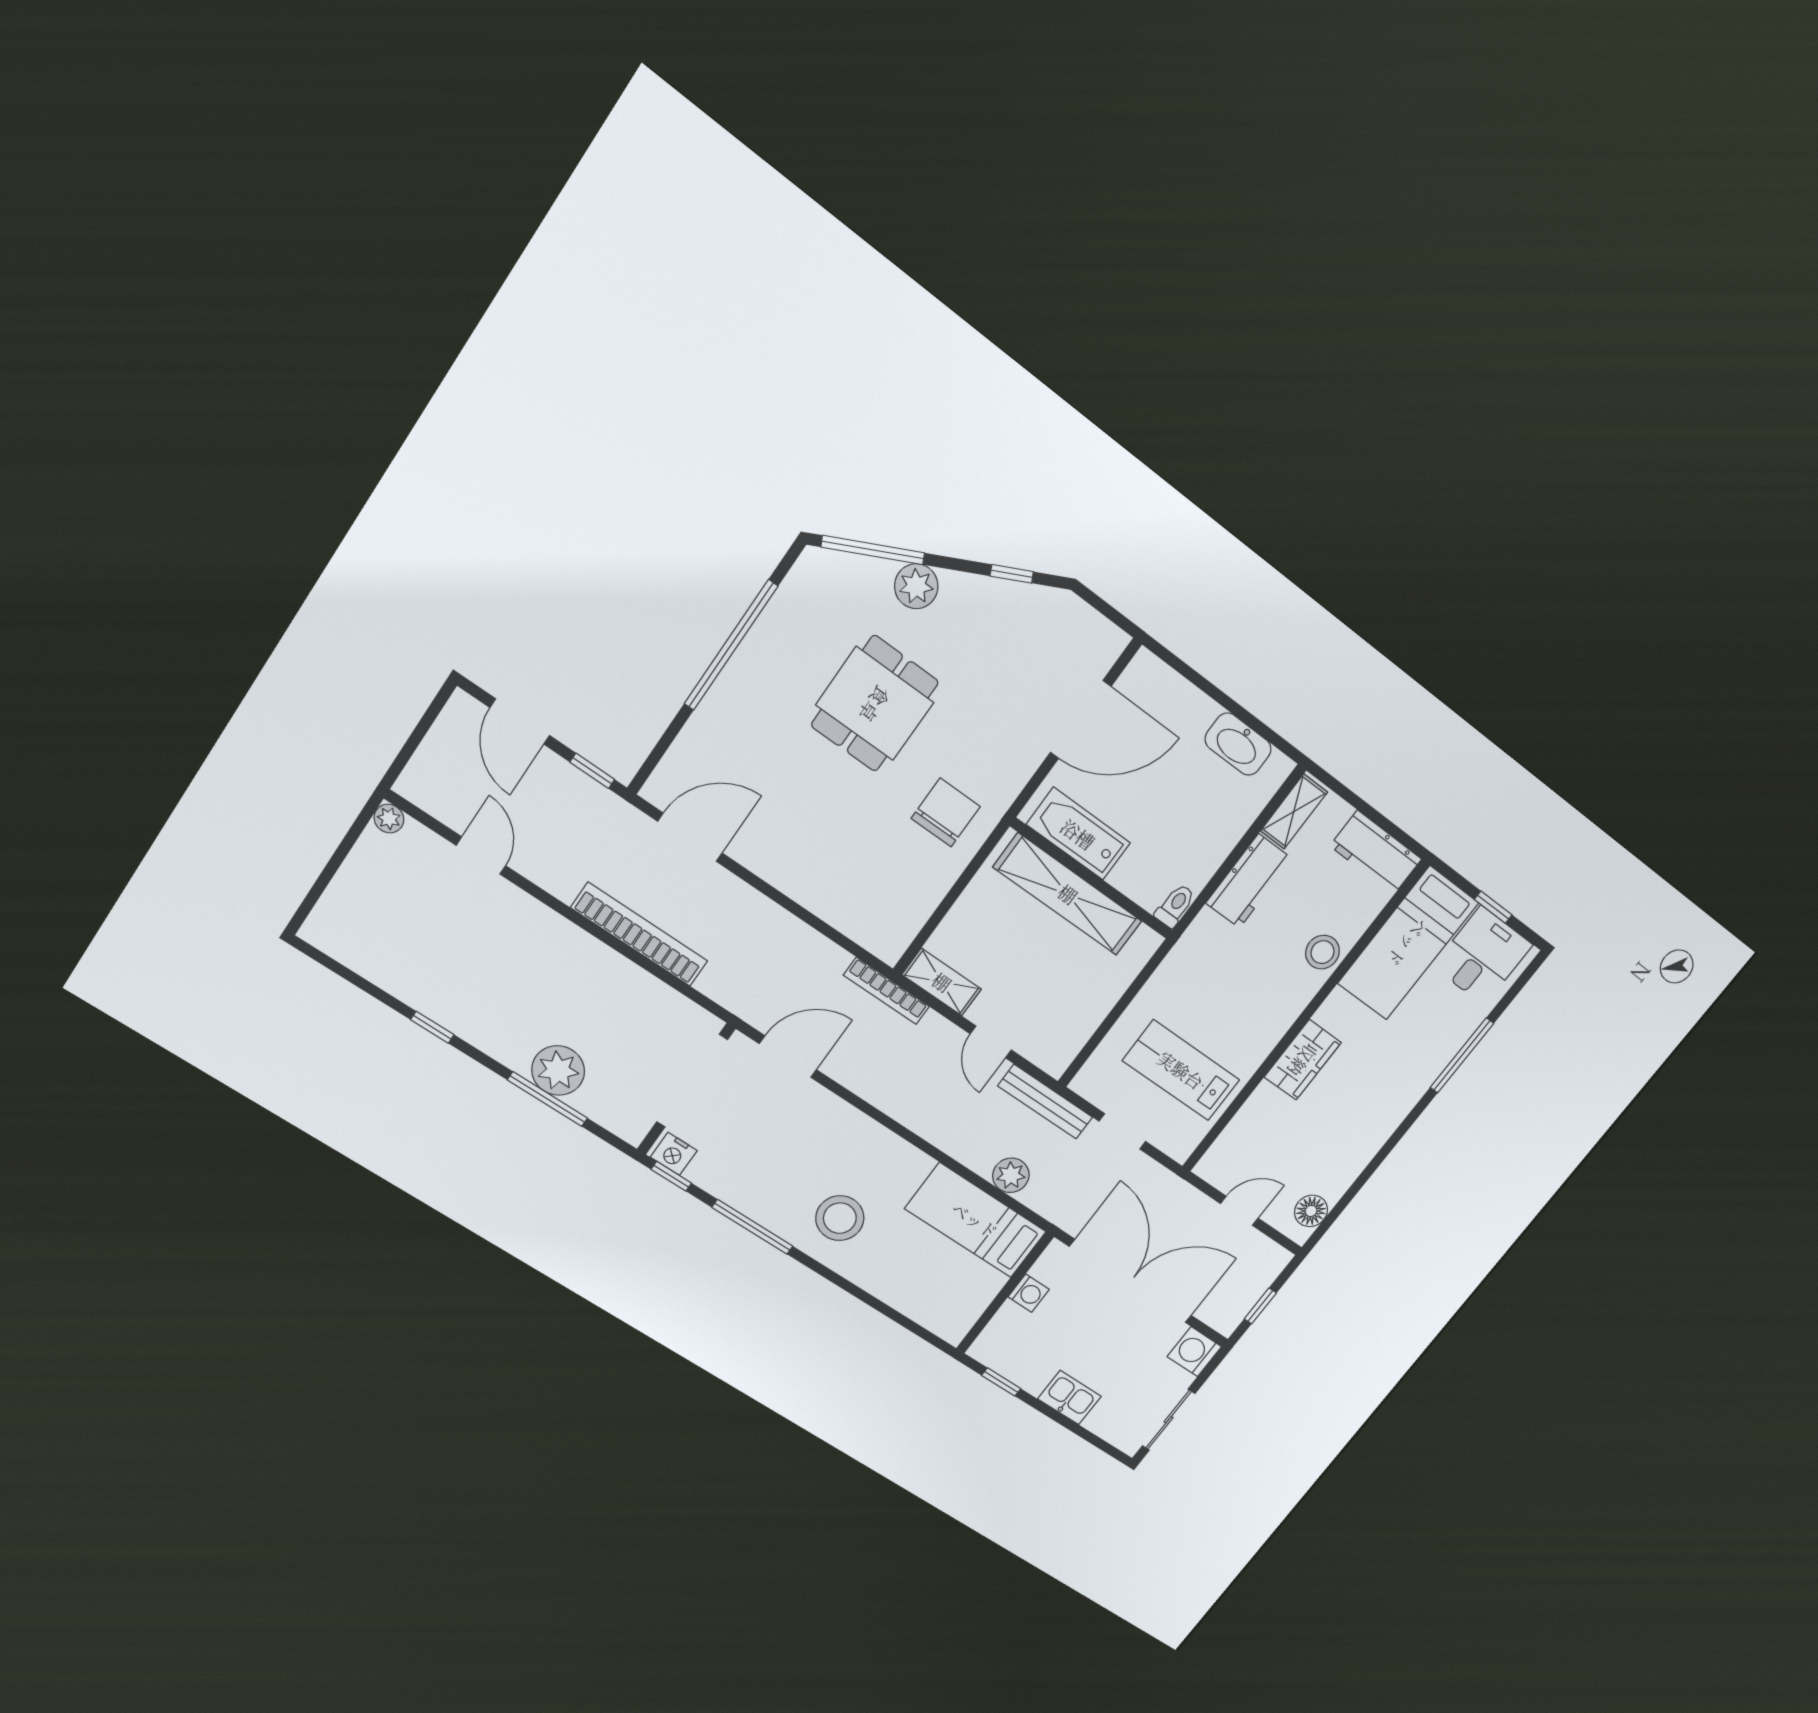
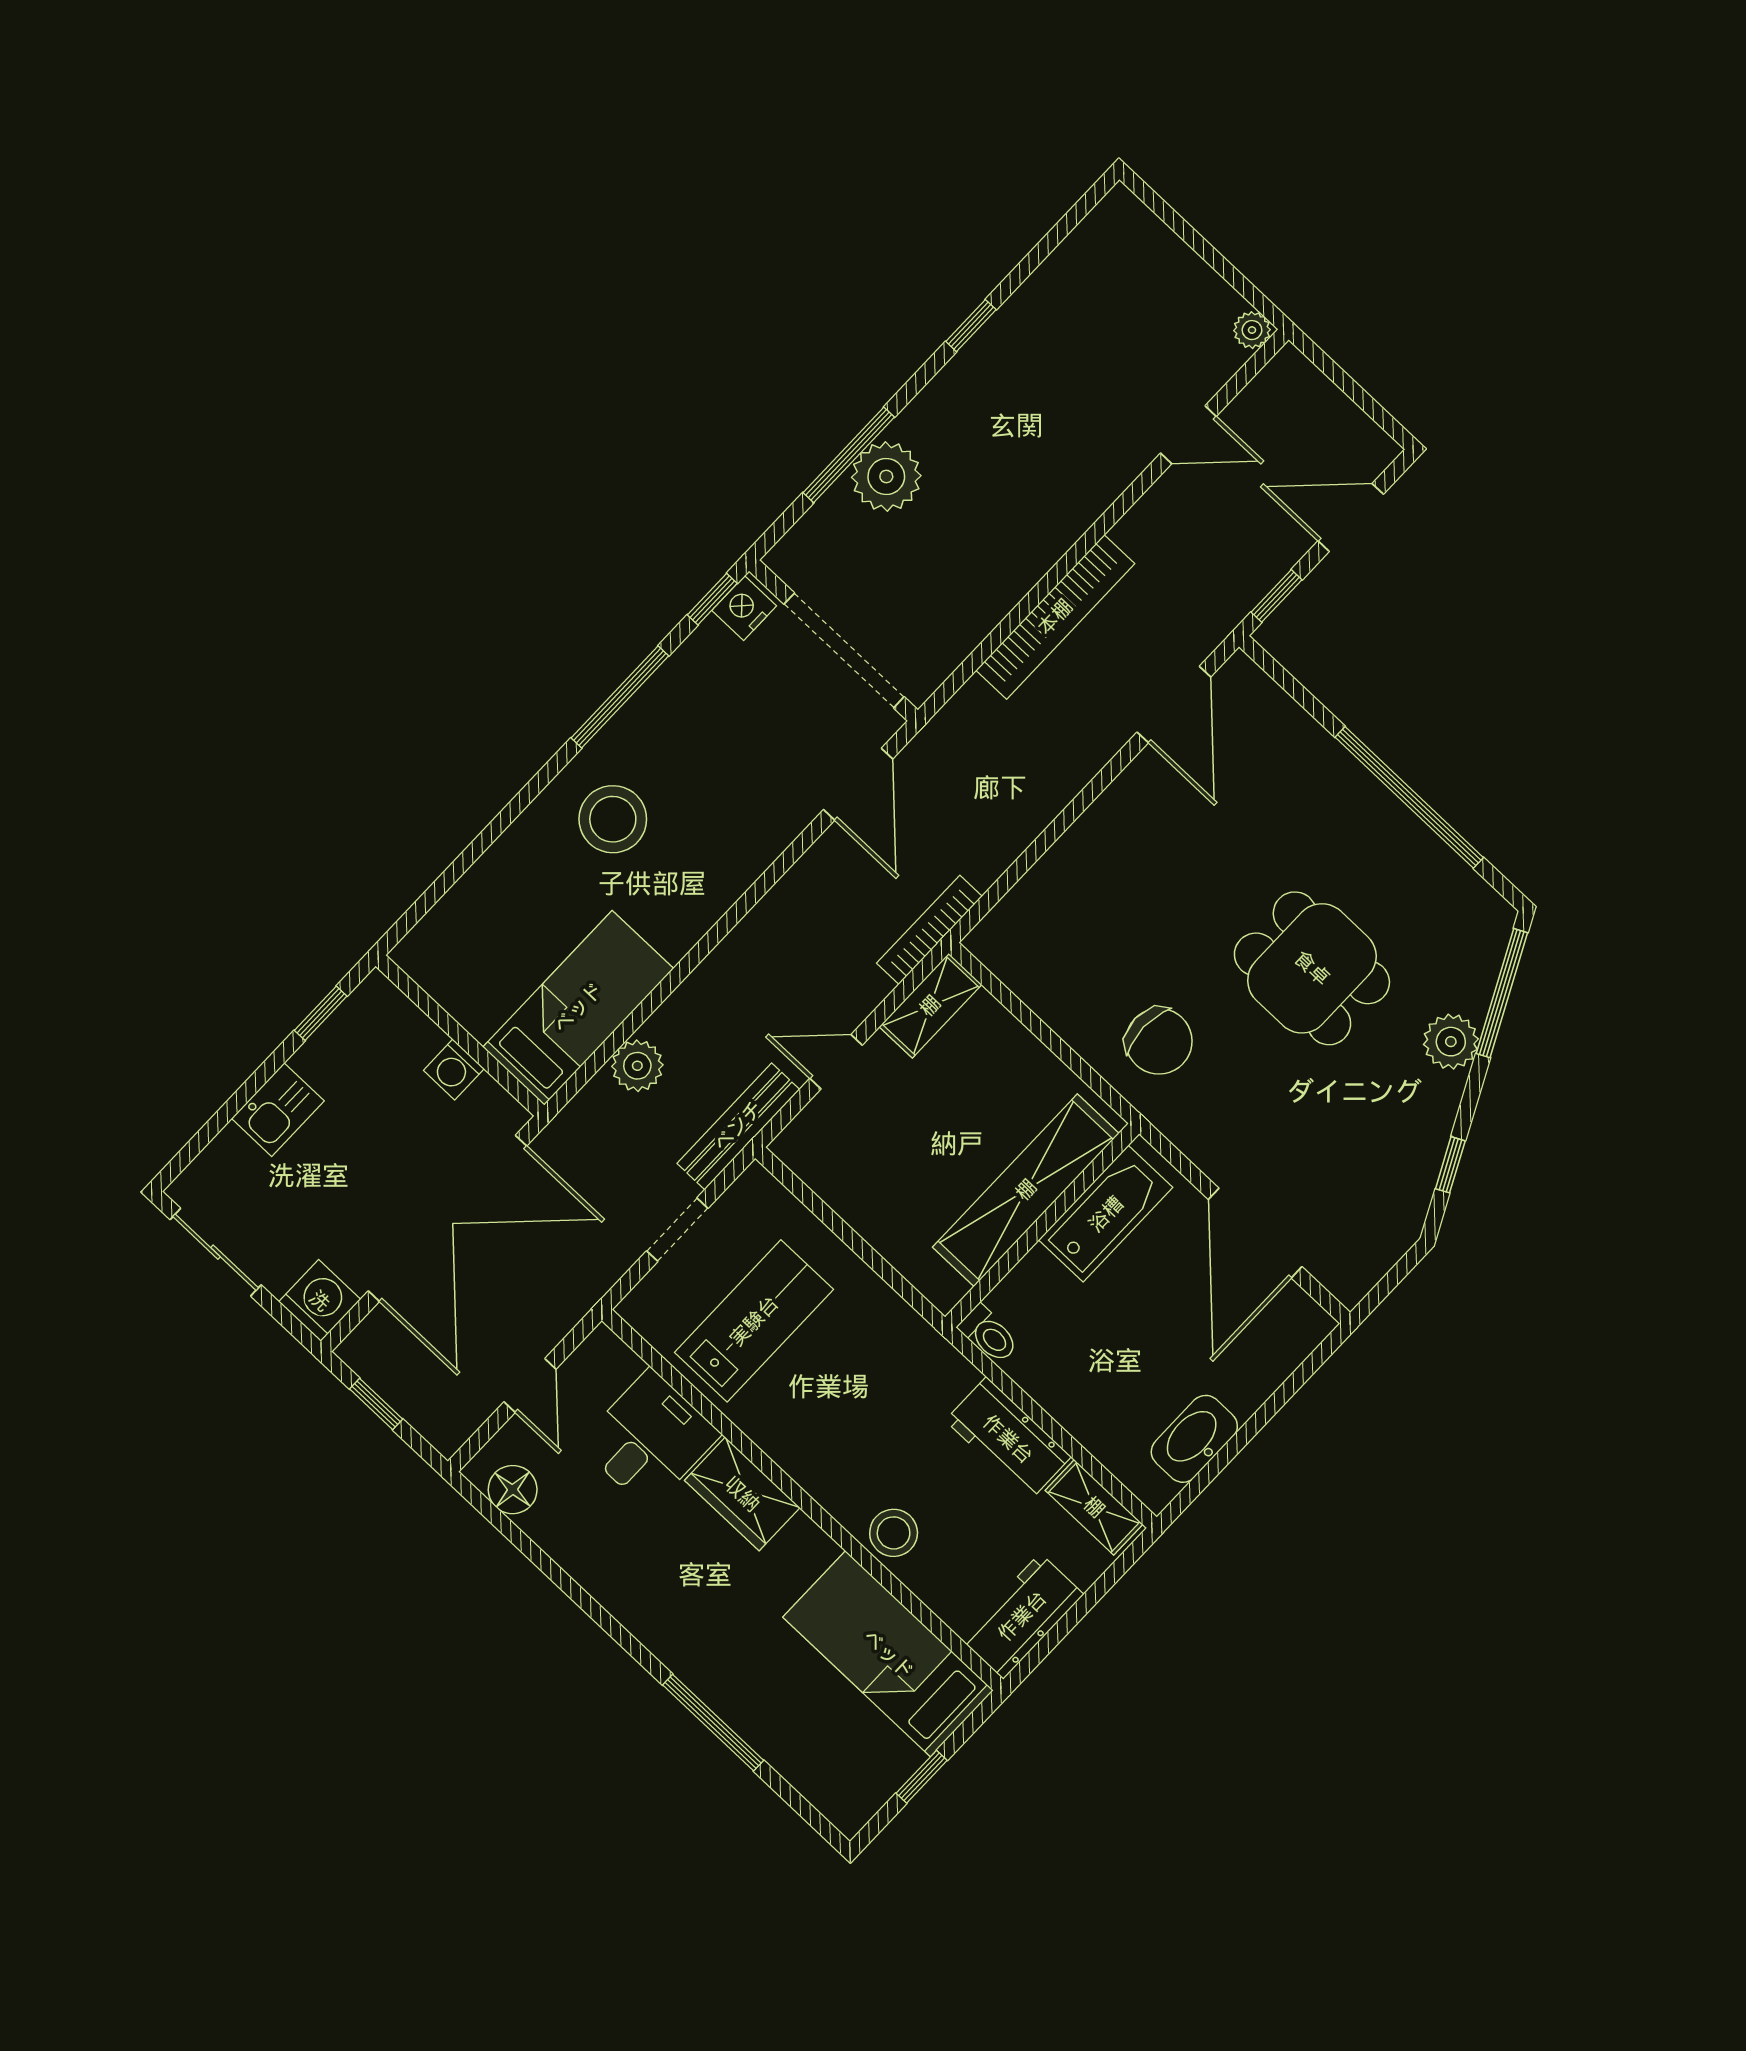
desk: (1483, 956) -> (649, 1439), moved, turned -90

